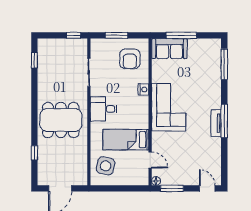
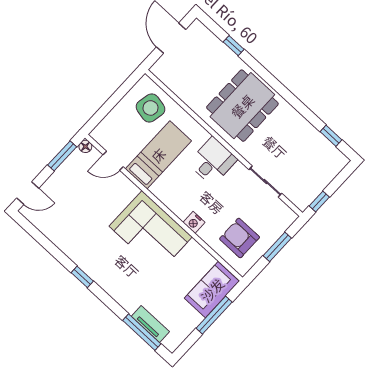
window: (224, 121) -> (82, 277), width x0.46
tv unit: (216, 123) -> (150, 324), moved

